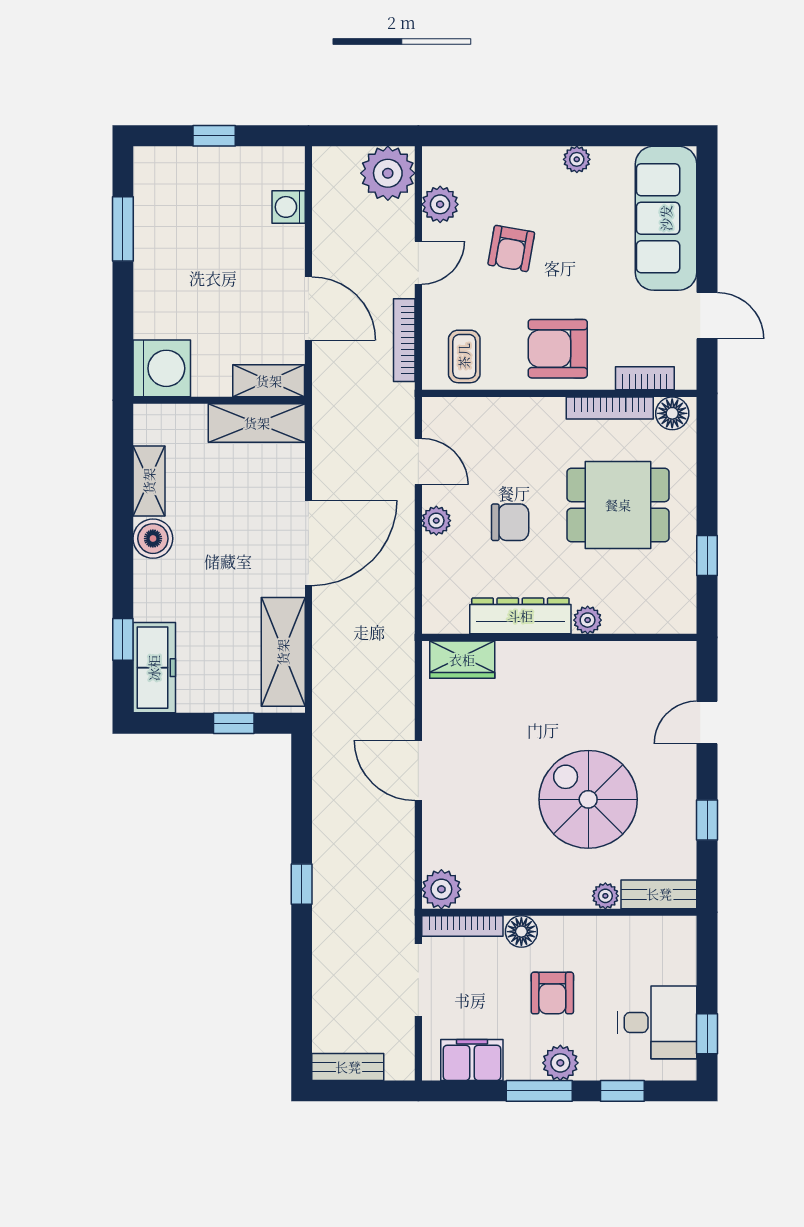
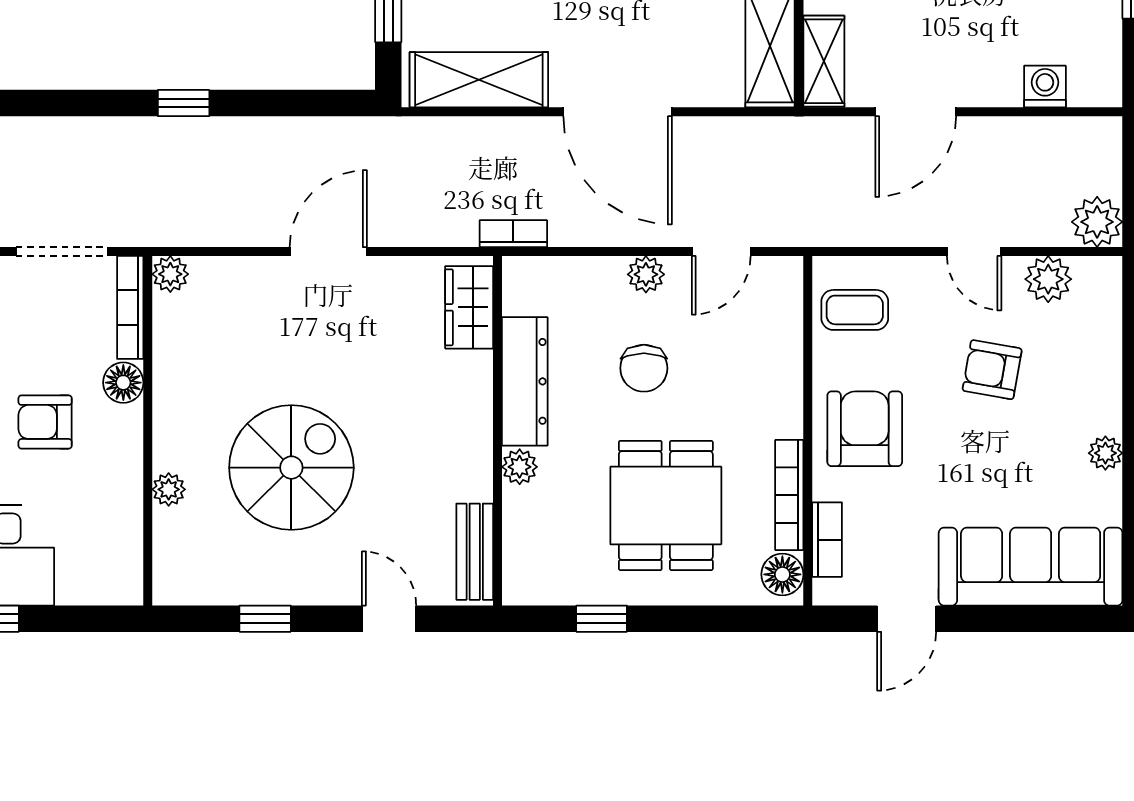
plant: (388, 173) -> (1097, 222), width x0.73, depth x0.73
bookcase: (404, 340) -> (513, 234), moved, width x0.64
plant: (441, 889) -> (170, 274), width x0.73, depth x0.73
bench: (659, 894) -> (475, 552), moved

